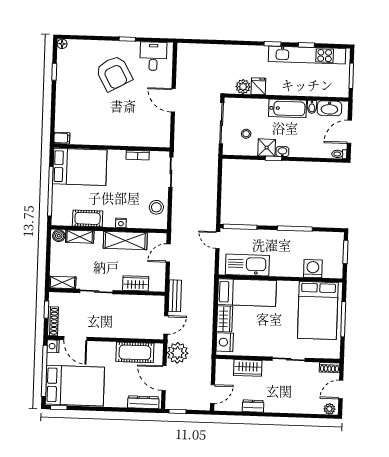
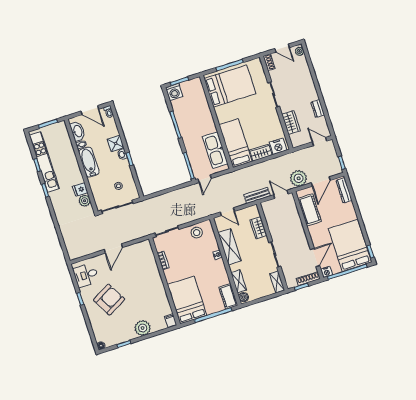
plant: (65, 101) -> (143, 328), added
shower: (267, 148) -> (116, 143), moved
cot: (88, 218) -> (228, 296), moved
washing machine: (313, 269) -> (174, 92), moved, turned -90

